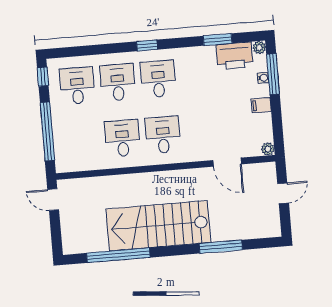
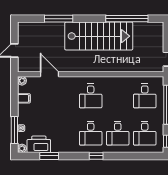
filing cabinet: (261, 105) -> (24, 98), moved
desk: (122, 138) -> (145, 96), moved

